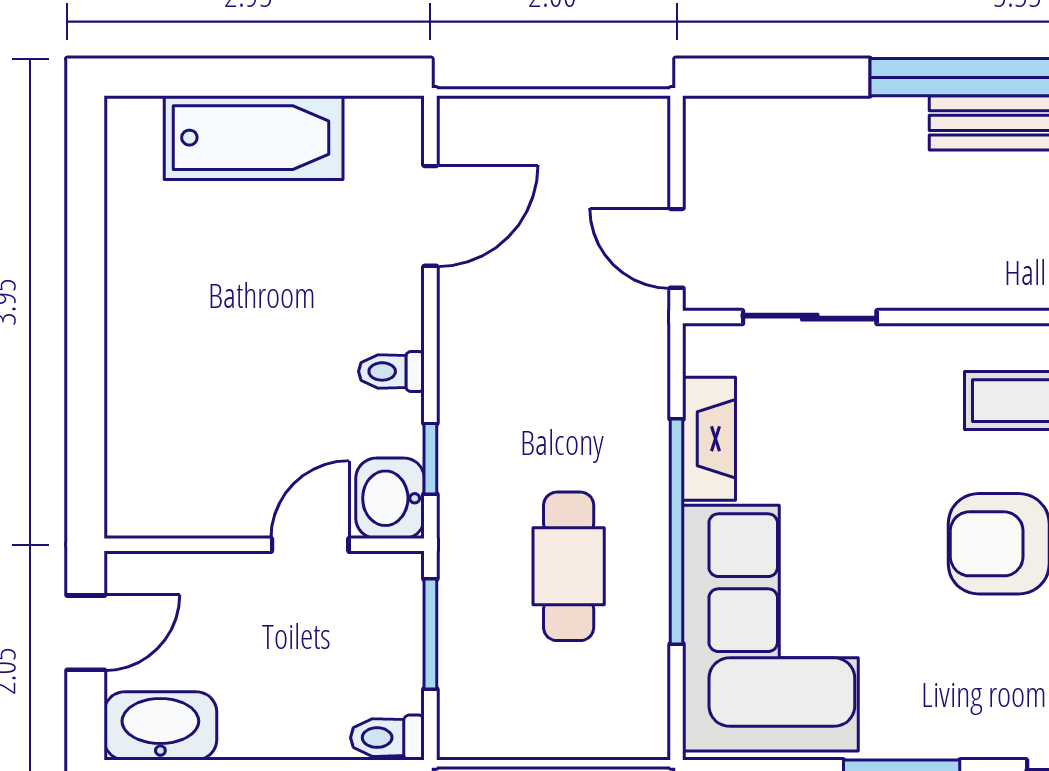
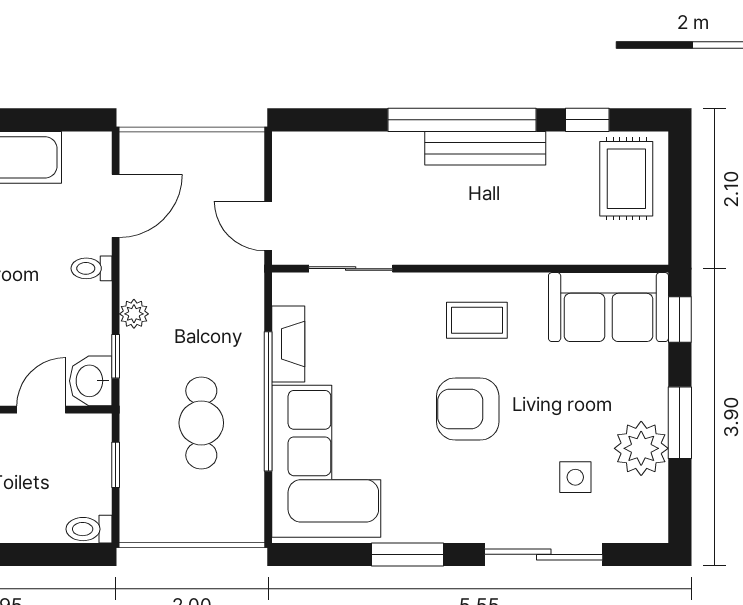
toilet: (391, 371) -> (91, 268), moved
plant: (460, 390) -> (134, 314), added
window: (430, 634) -> (116, 465), width x0.67

